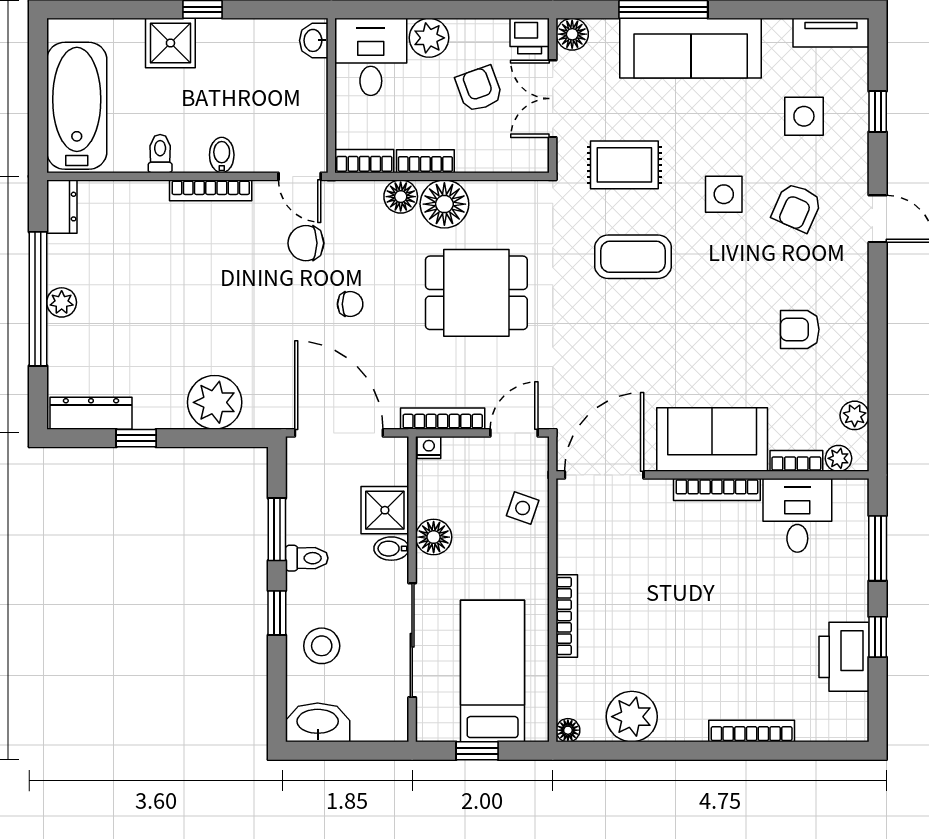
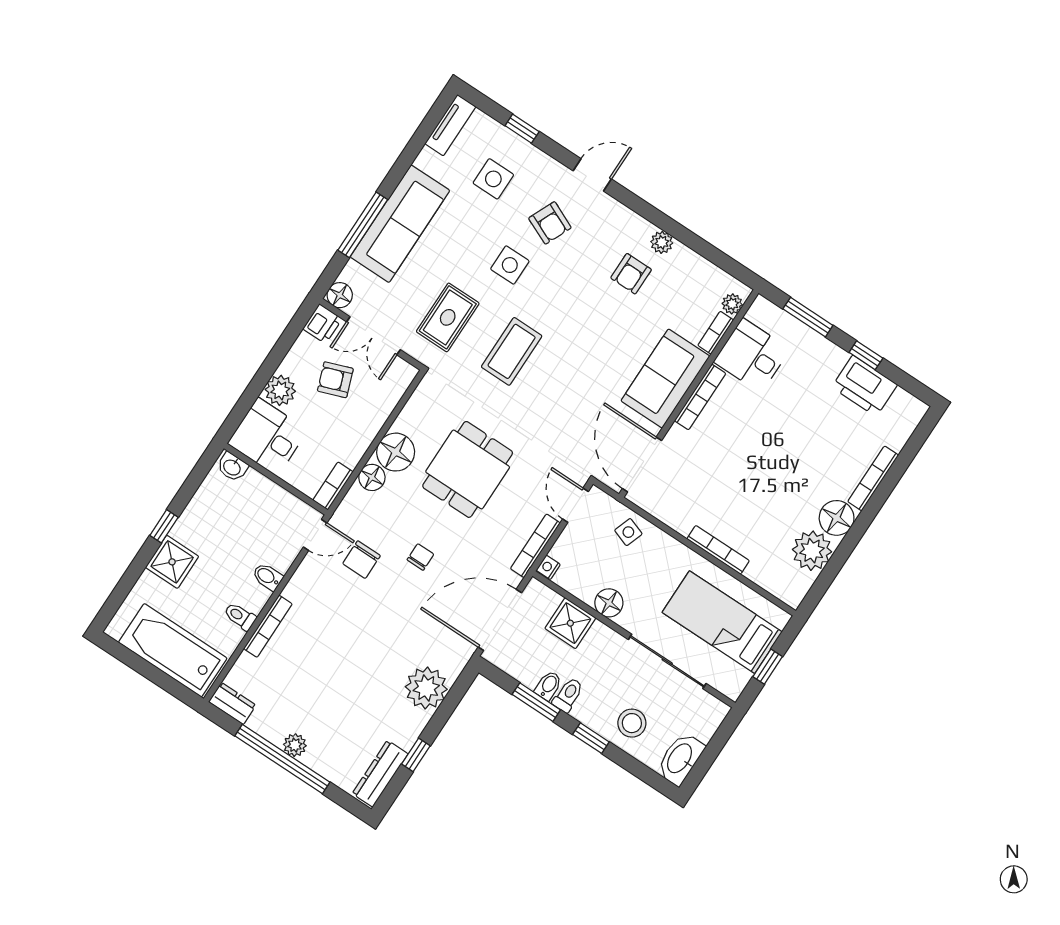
bookcase: (425, 161) -> (359, 446), removed
bookcase: (211, 190) -> (268, 626), moved
plant: (855, 415) -> (662, 242), moved
bidet: (391, 549) -> (548, 686), moved, turned 180
floor lamp: (568, 730) -> (837, 518), moved, width x1.89, depth x1.89

